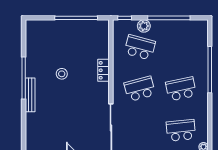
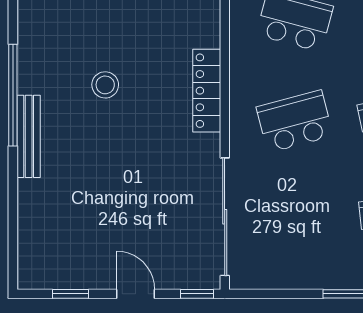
locker: (104, 70) -> (207, 91), width x1.53

